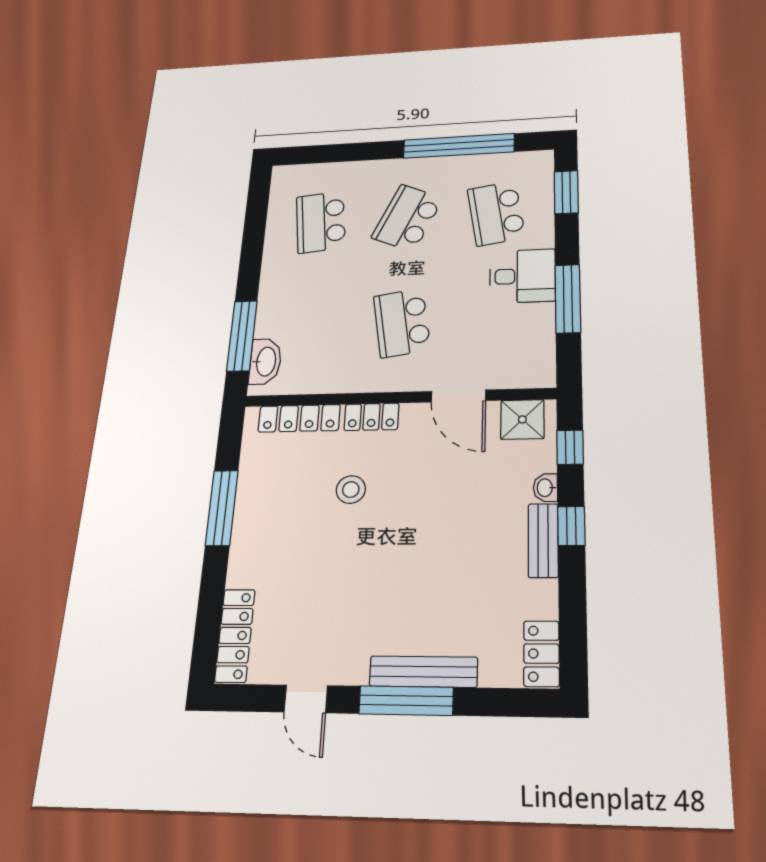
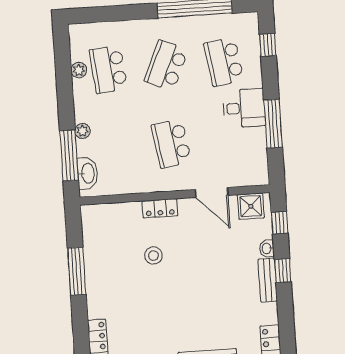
window: (566, 192) -> (268, 45), width x0.67
plant: (277, 223) -> (79, 70), added
plant: (268, 303) -> (83, 131), added
locker: (299, 418) -> (115, 211), removed

